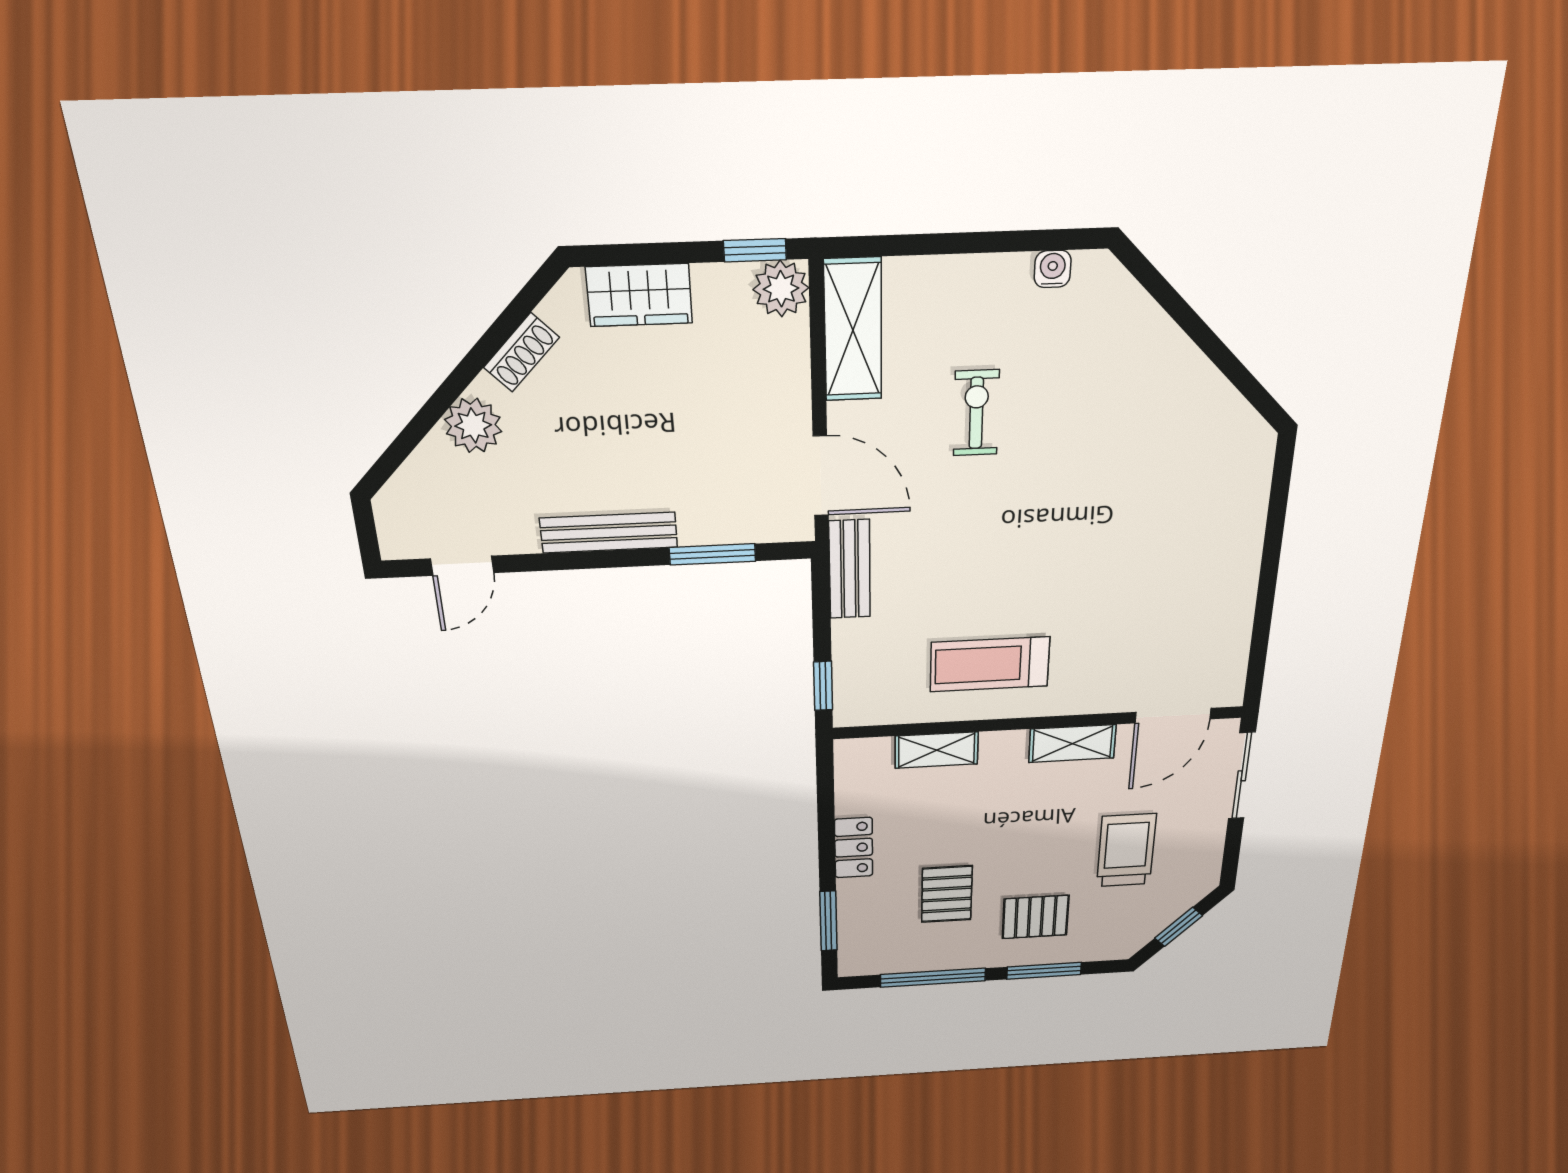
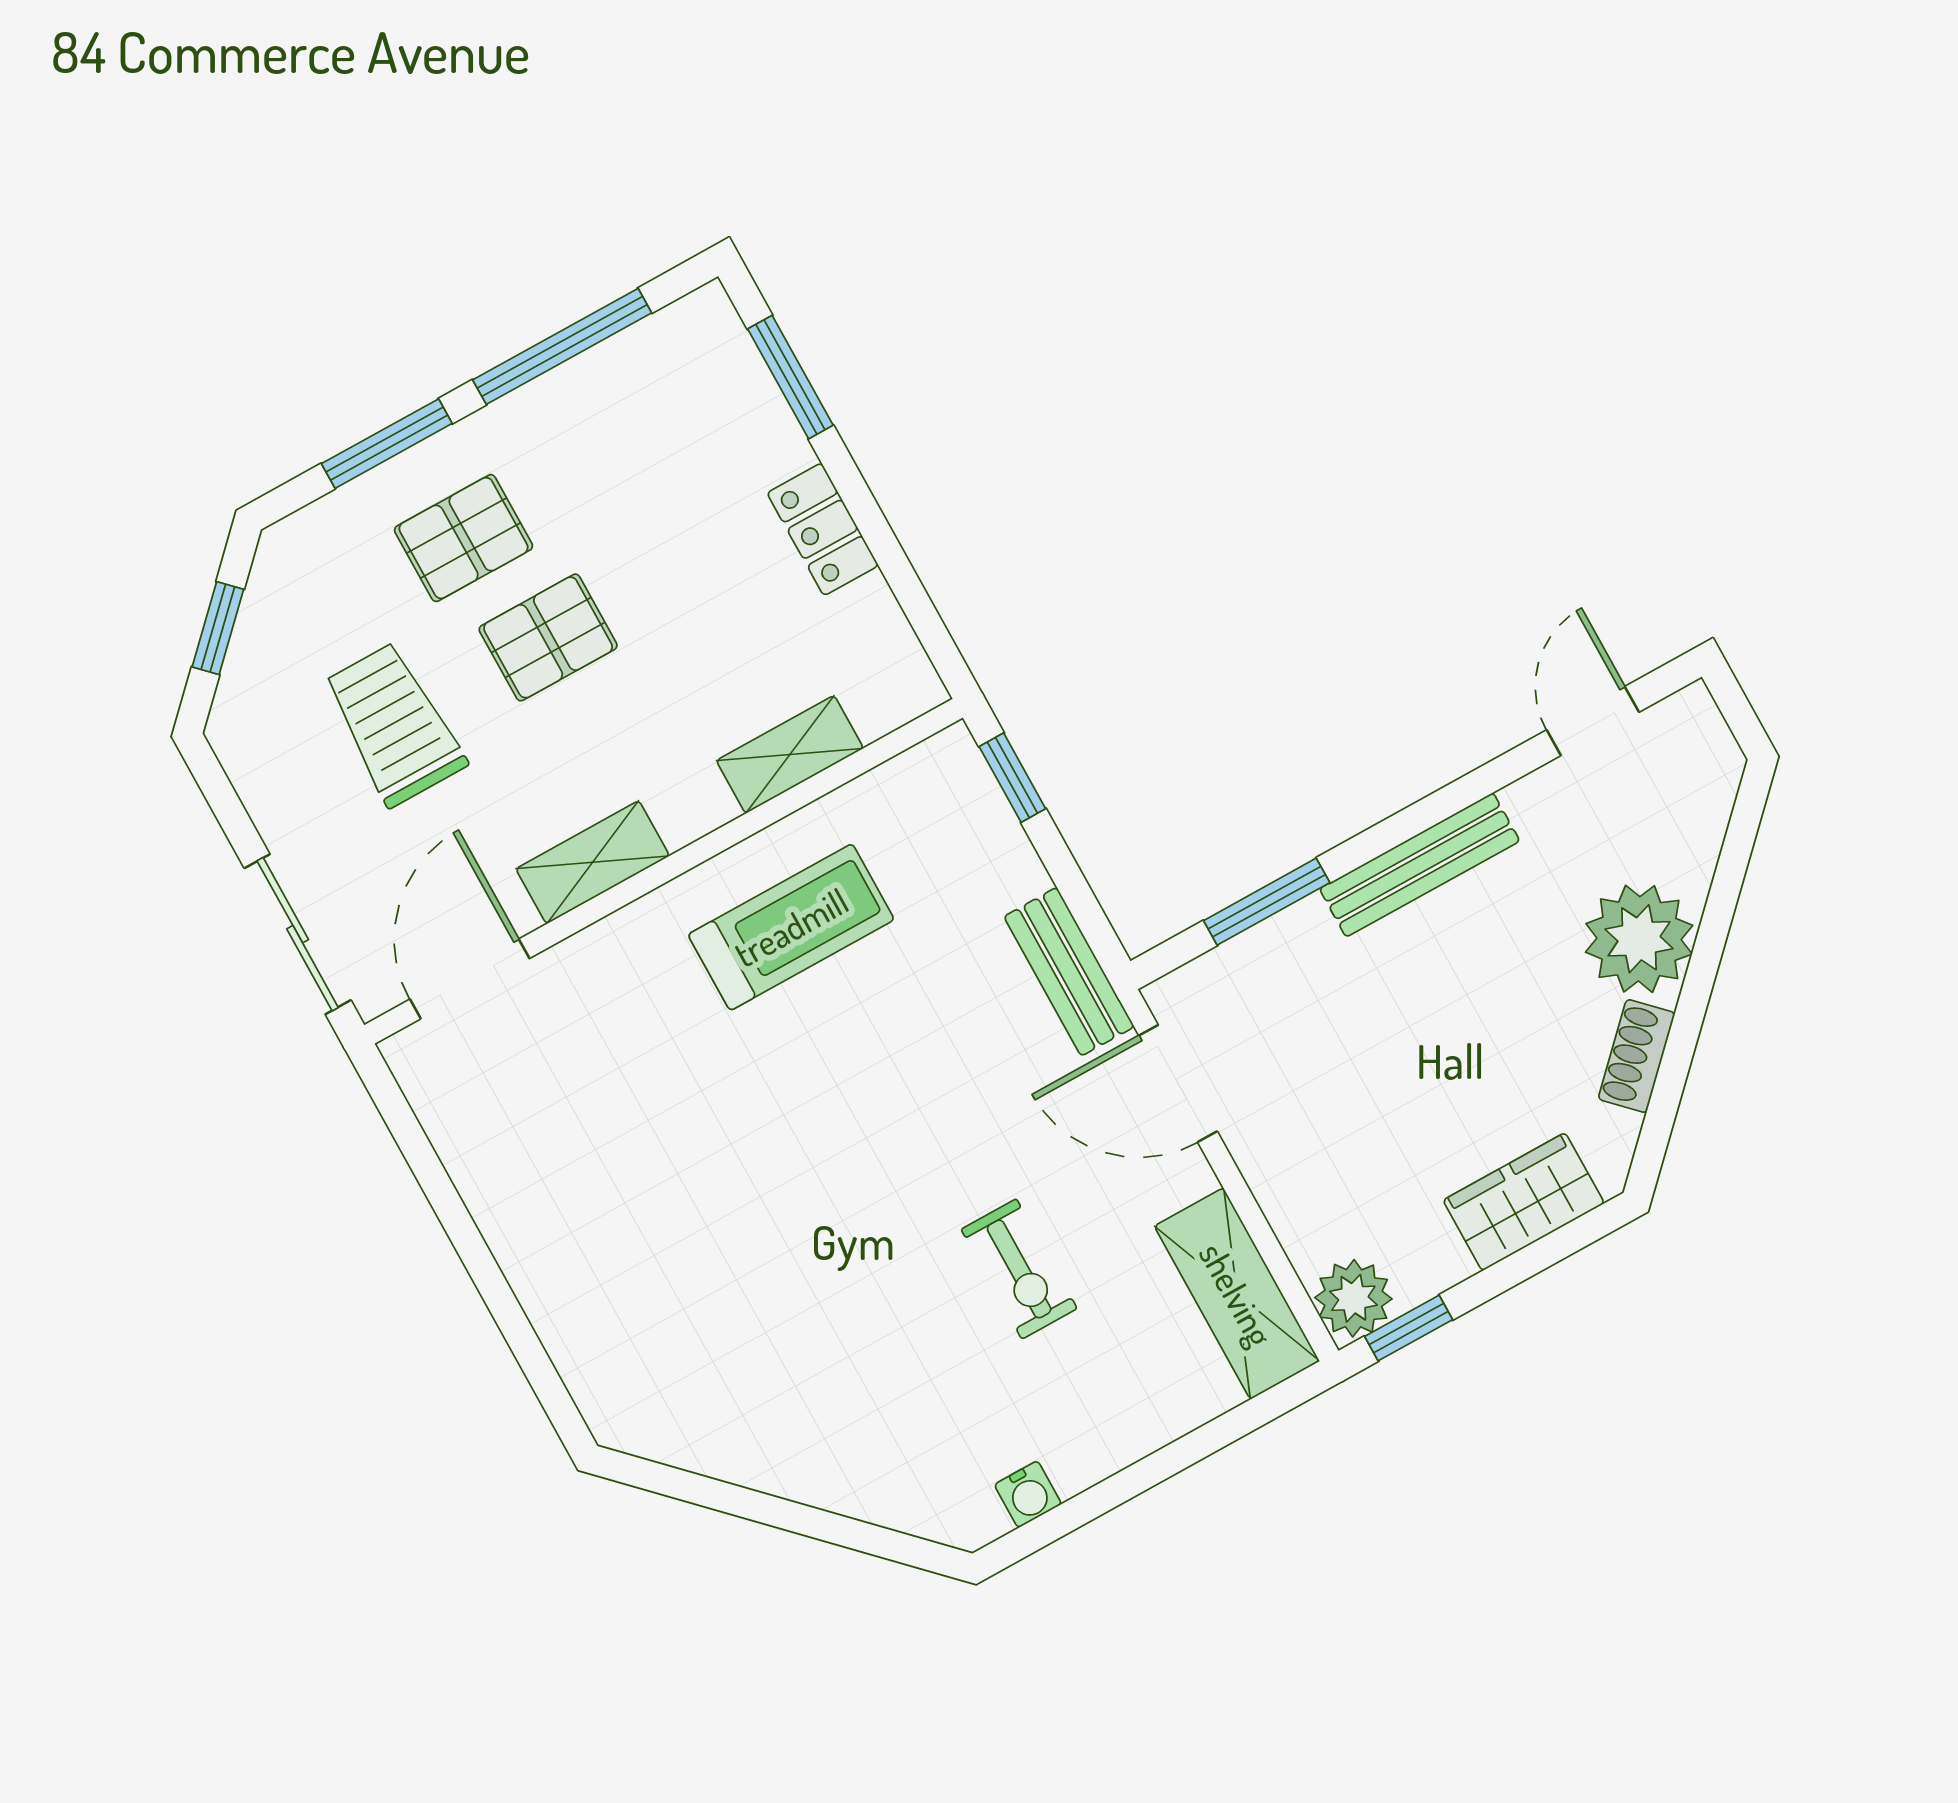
plant: (473, 425) -> (1639, 939), width x1.36, depth x1.36
trolley: (1126, 850) -> (394, 724), turned 180
pallet: (947, 894) -> (548, 637), moved, turned 90

